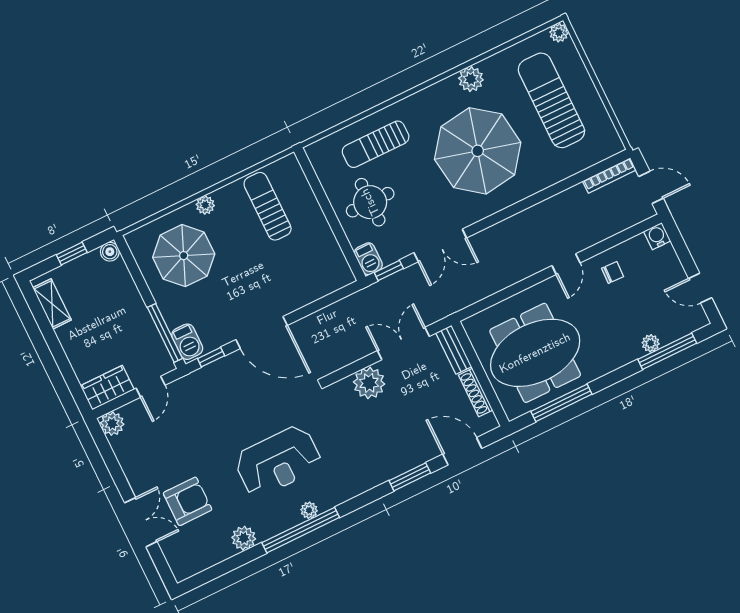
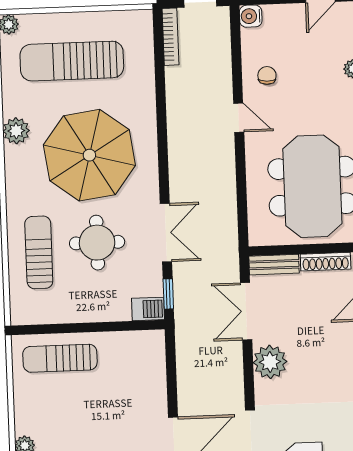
sun lounger: (376, 144) -> (39, 252), turned 180
round table: (370, 202) -> (97, 243), moved
sun lounger: (268, 206) -> (60, 358), moved

